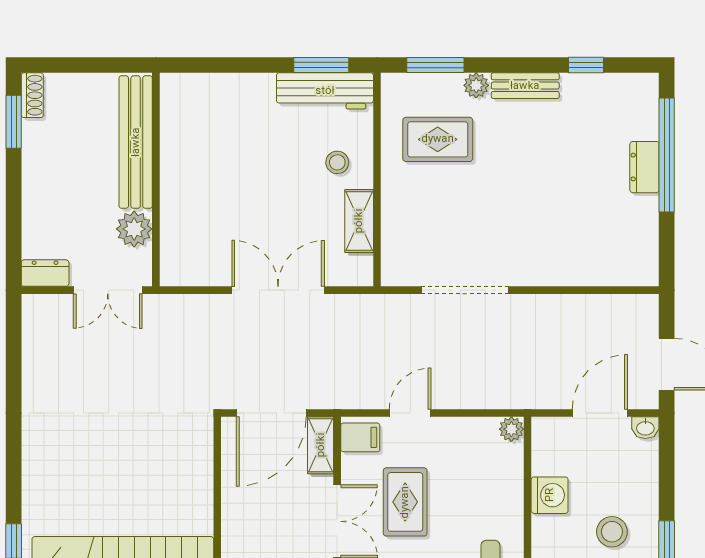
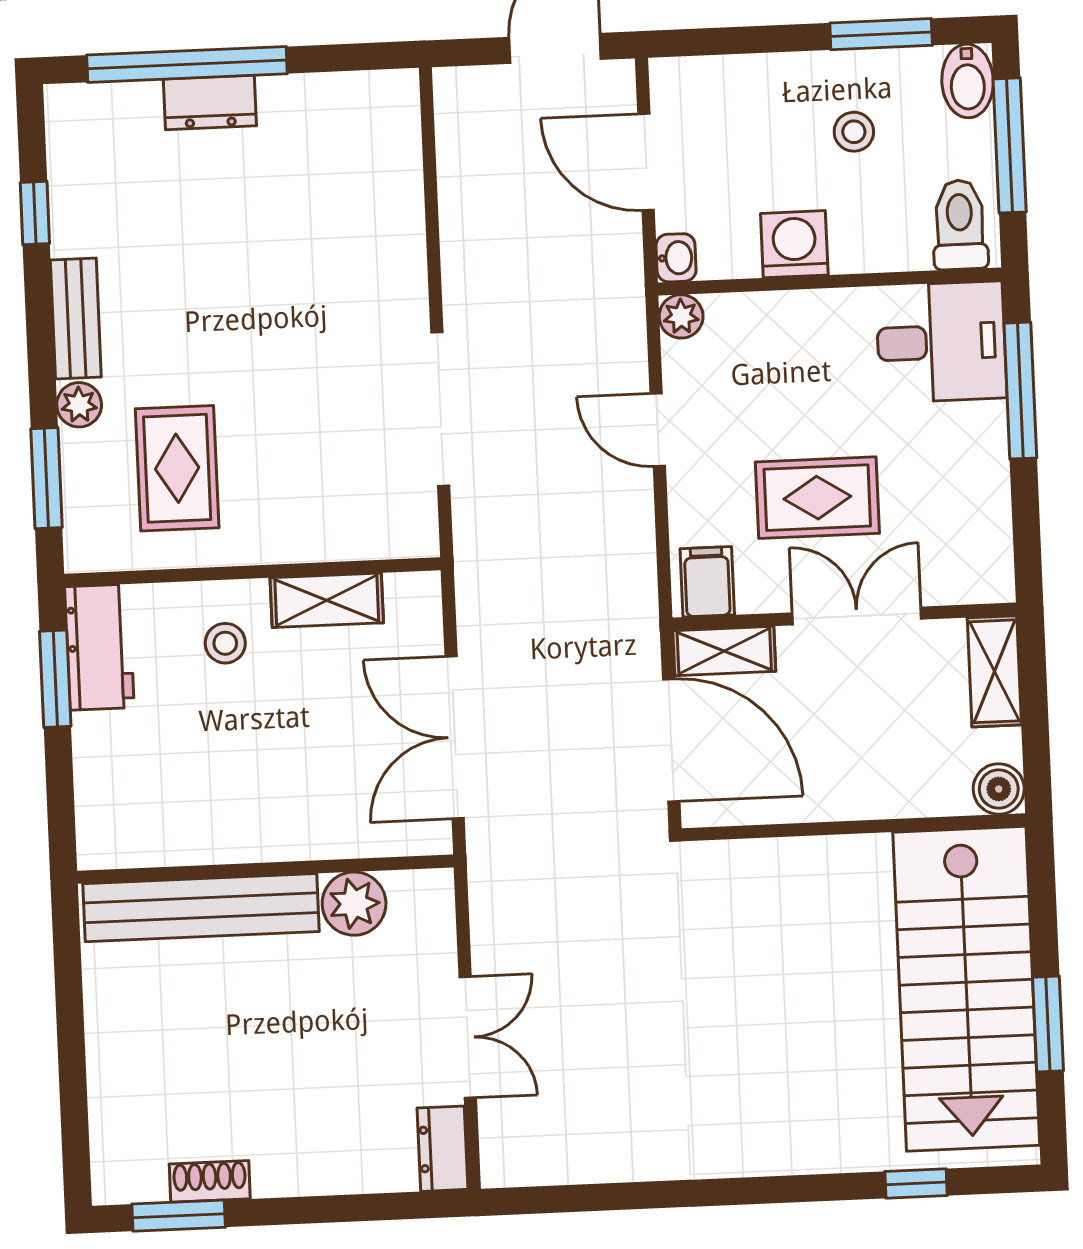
workbench: (325, 91) -> (99, 647), width x0.73
shoe rack: (32, 95) -> (210, 1181), moved
bench: (136, 142) -> (201, 908), moved
wall: (156, 180) -> (265, 869), moved
plant: (134, 229) -> (354, 904), moved
door: (410, 413) -> (658, 430), moved
washbasin: (645, 428) -> (676, 258), moved
stool: (612, 532) -> (854, 132), width x0.73, depth x0.73

